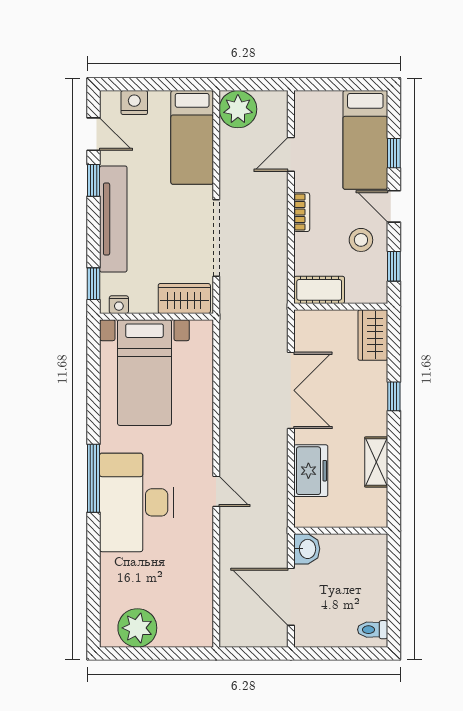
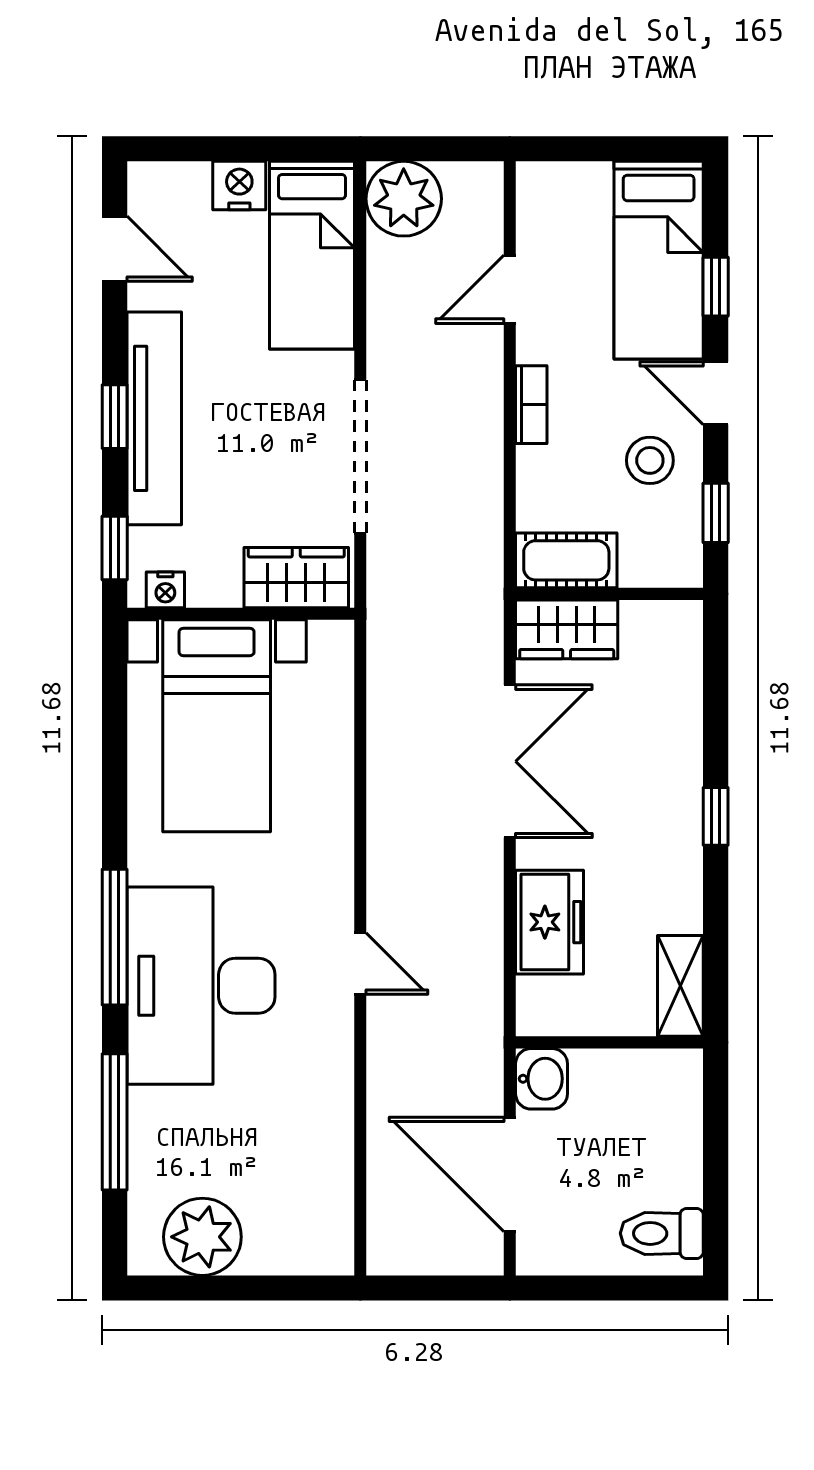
nightstand: (134, 103) -> (239, 186), moved
window: (93, 180) -> (115, 417), moved
wardrobe: (373, 335) -> (567, 629), moved, turned -90
window: (394, 396) -> (716, 816), moved
shelving: (376, 462) -> (680, 986), moved
window: (93, 570) -> (115, 1122), added
toilet: (373, 630) -> (662, 1233), width x1.37, depth x1.39

